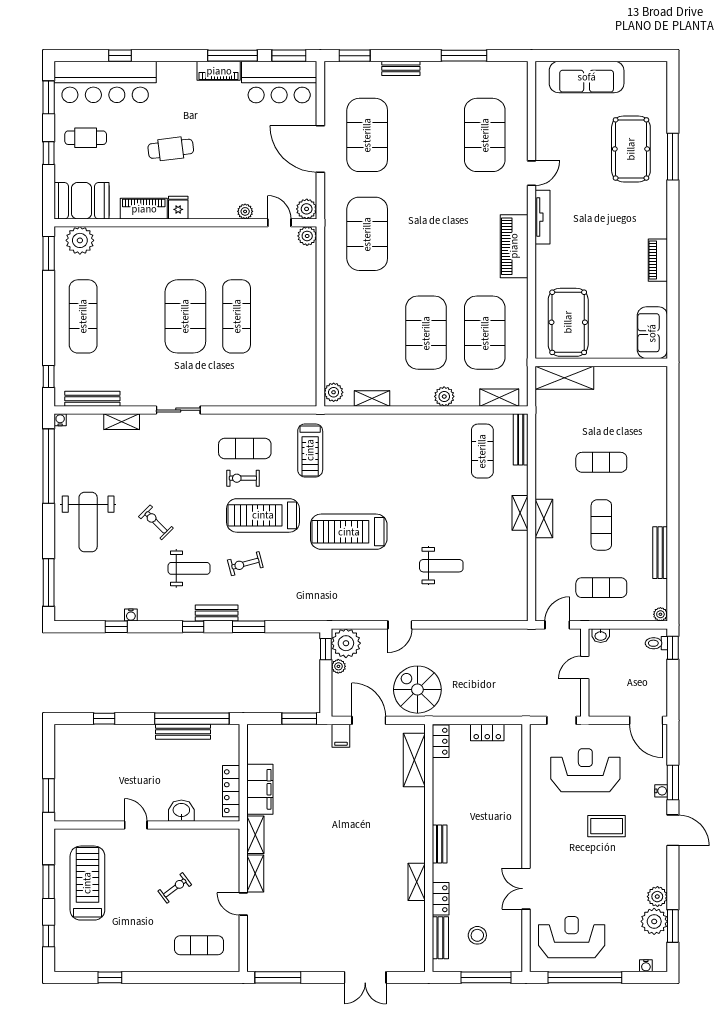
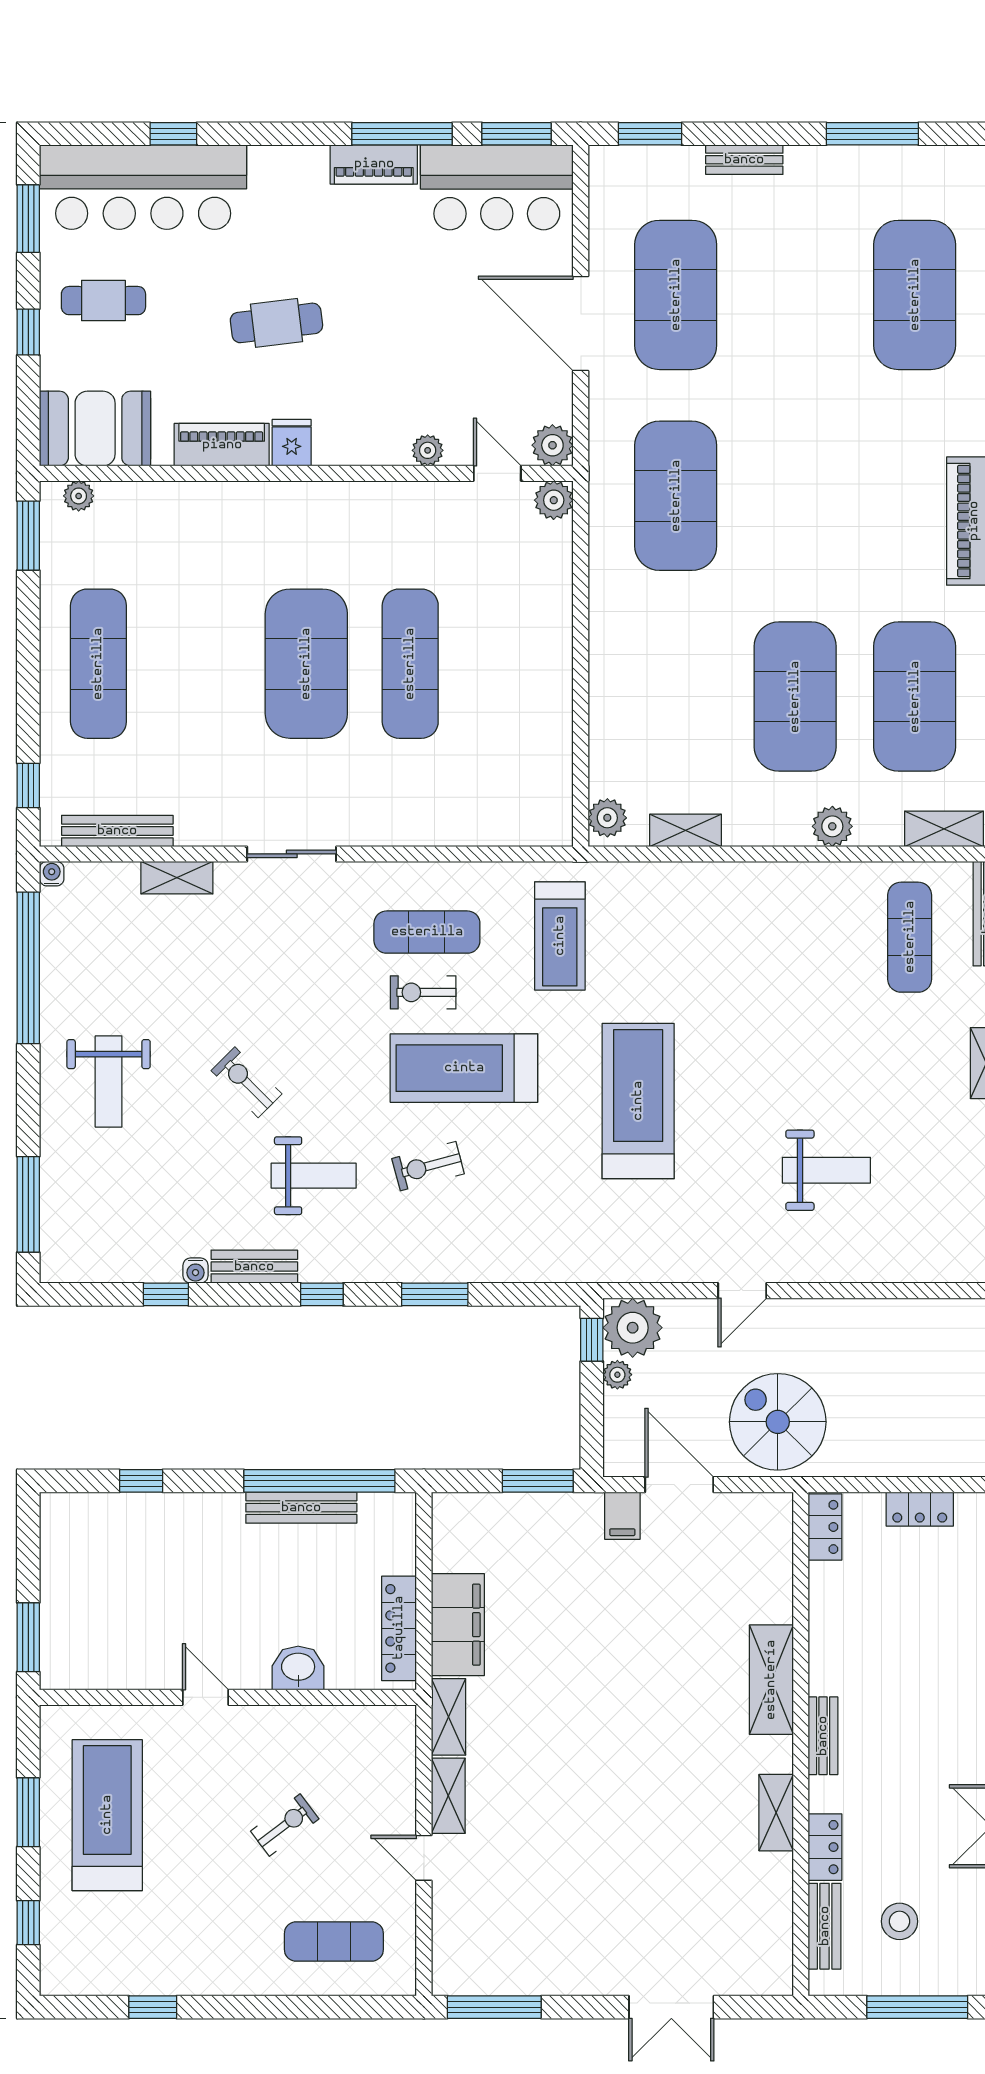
plant: (80, 240) -> (79, 496), width x0.53, depth x0.53
weight bench: (88, 522) -> (109, 1081), width x0.73, depth x0.75
treadmill: (349, 532) -> (638, 1101), turned 90
bench: (217, 613) -> (254, 1267), moved
shelving: (414, 760) -> (771, 1680), moved

